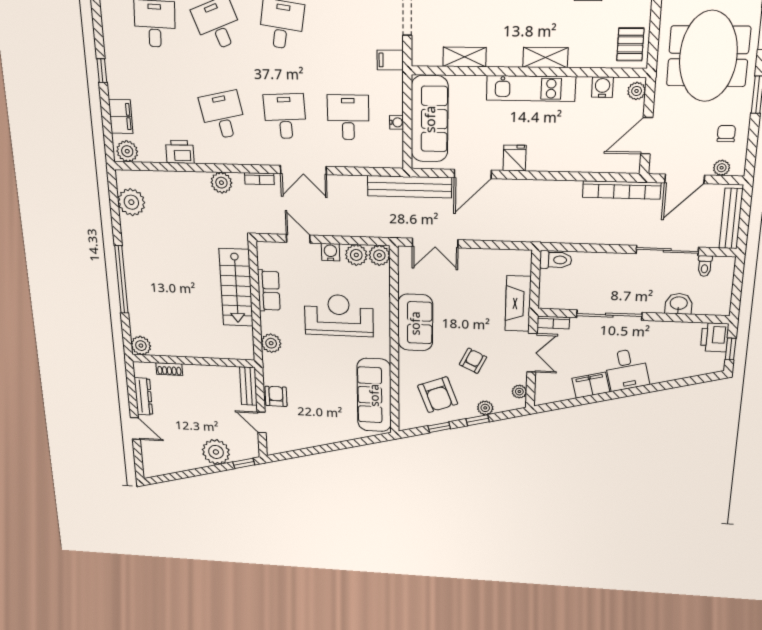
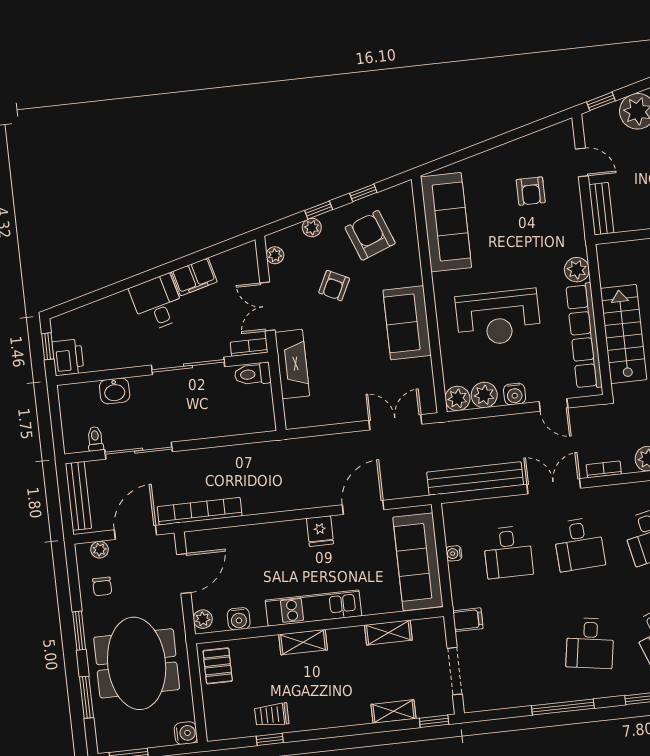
bench: (409, 187) -> (475, 479), moved
toilet: (556, 260) -> (253, 374), moved
row of seats: (269, 291) -> (584, 336), width x2.02
armchair: (276, 396) -> (531, 191), moved

